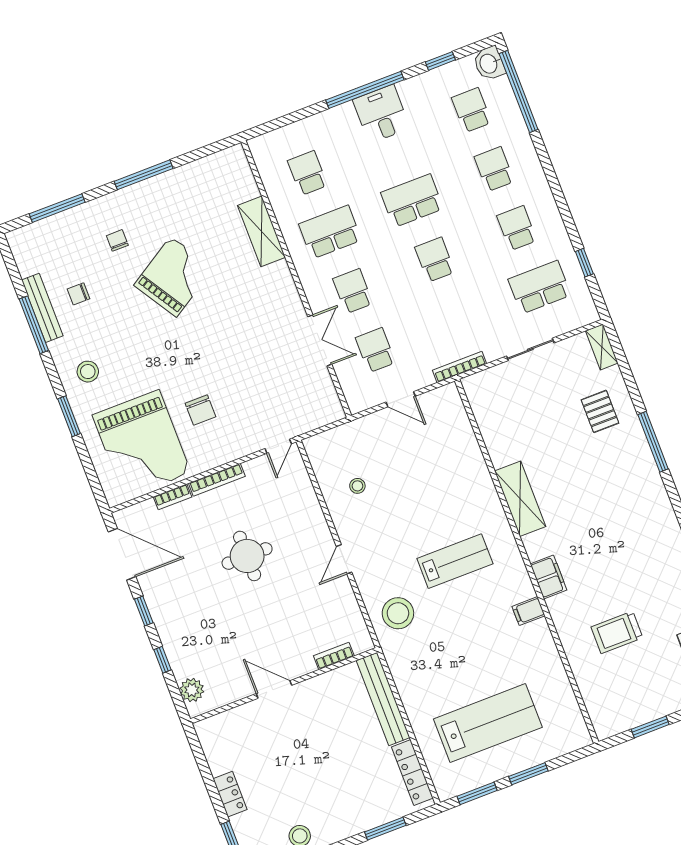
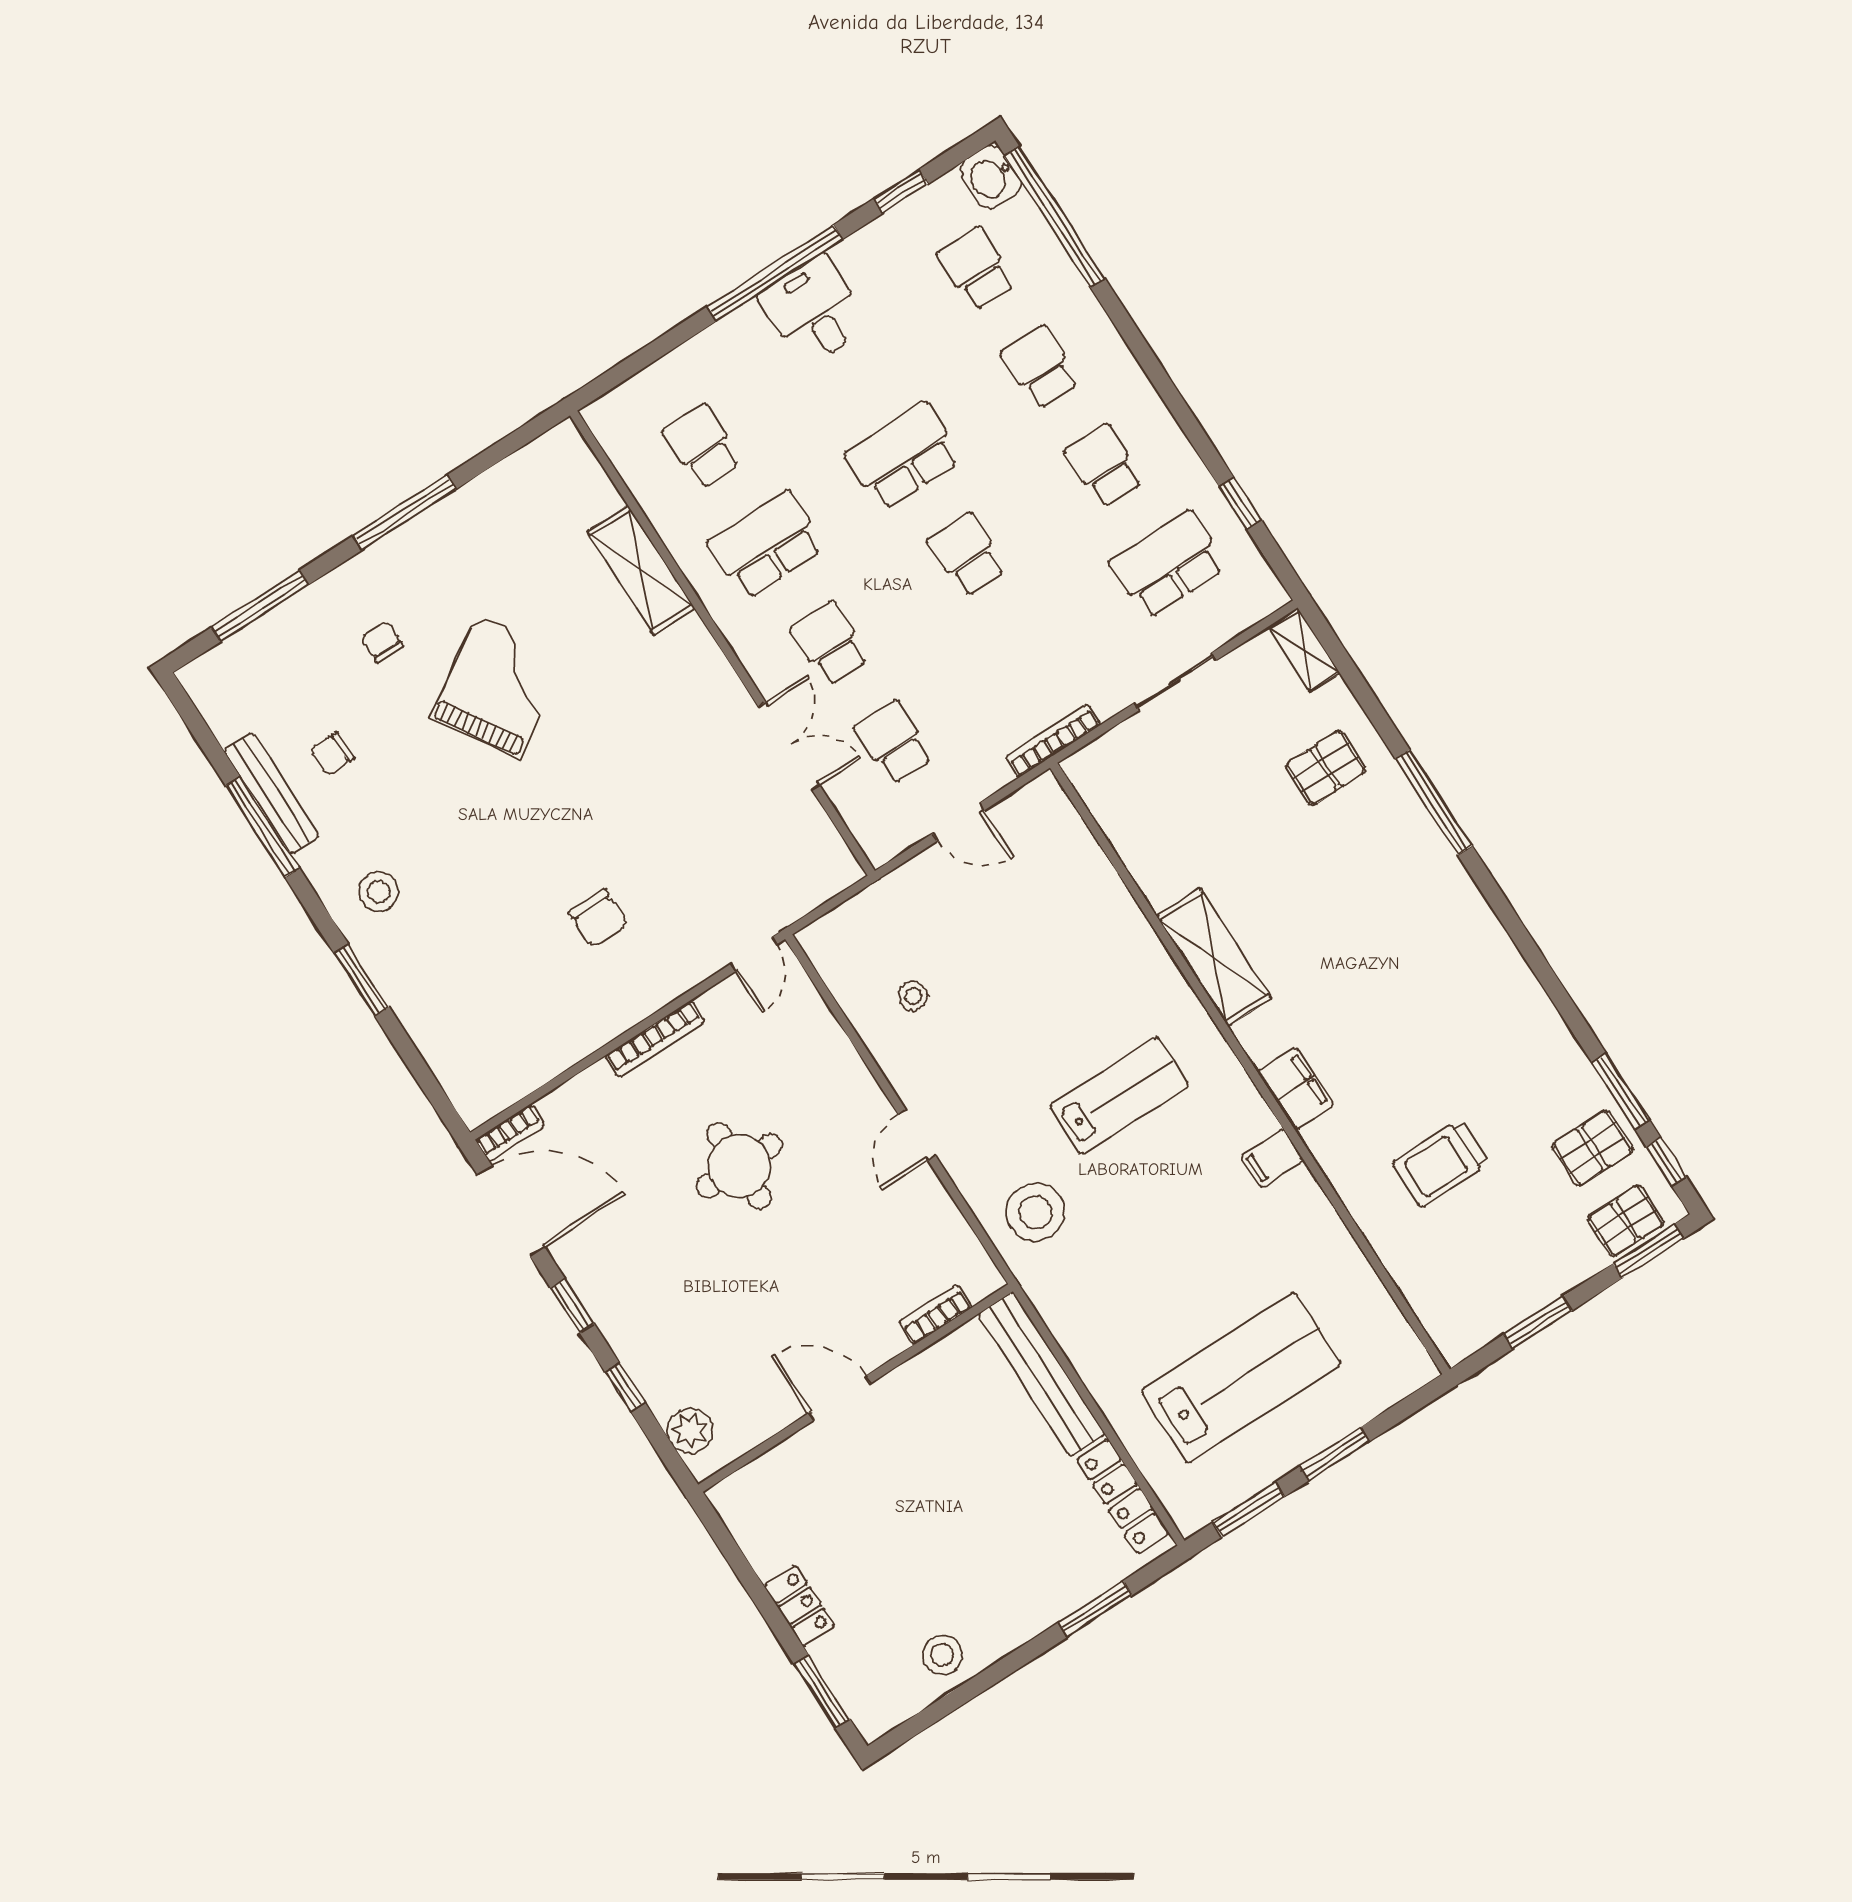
pallet: (600, 411) -> (1326, 768), turned 90
grand piano: (142, 444) -> (504, 1003), removed
bookcase: (172, 497) -> (510, 1133), moved

